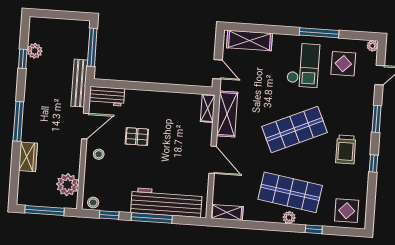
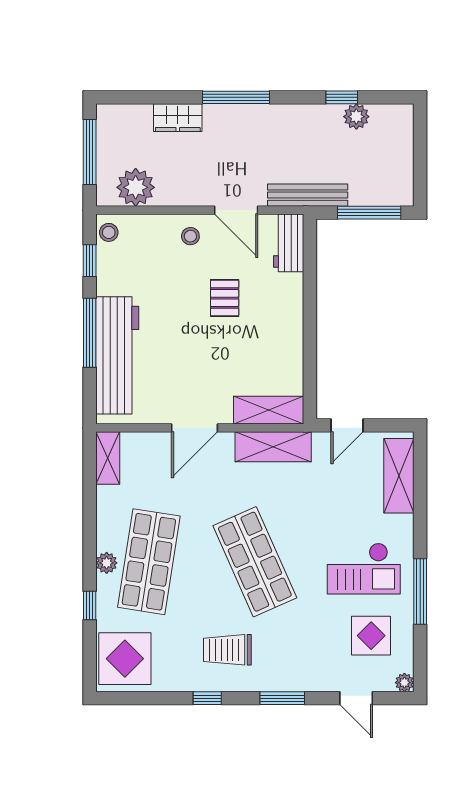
shelving: (208, 108) -> (269, 410), width x1.50, depth x1.33
display table: (347, 211) -> (125, 659), width x1.36, depth x1.36

